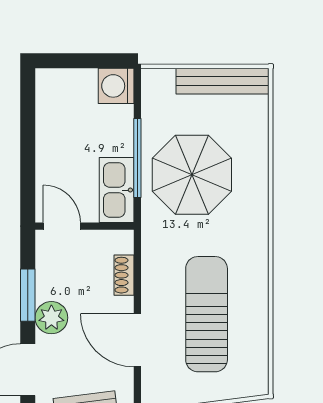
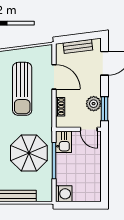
kitchen sink: (117, 190) -> (64, 142), width x0.73
window: (28, 295) -> (104, 109), moved
plant: (51, 318) -> (94, 104), moved

